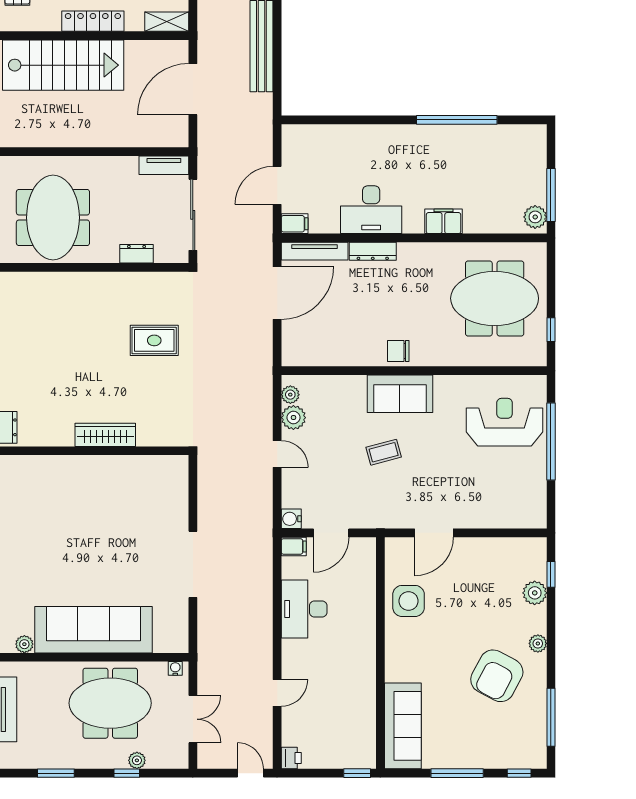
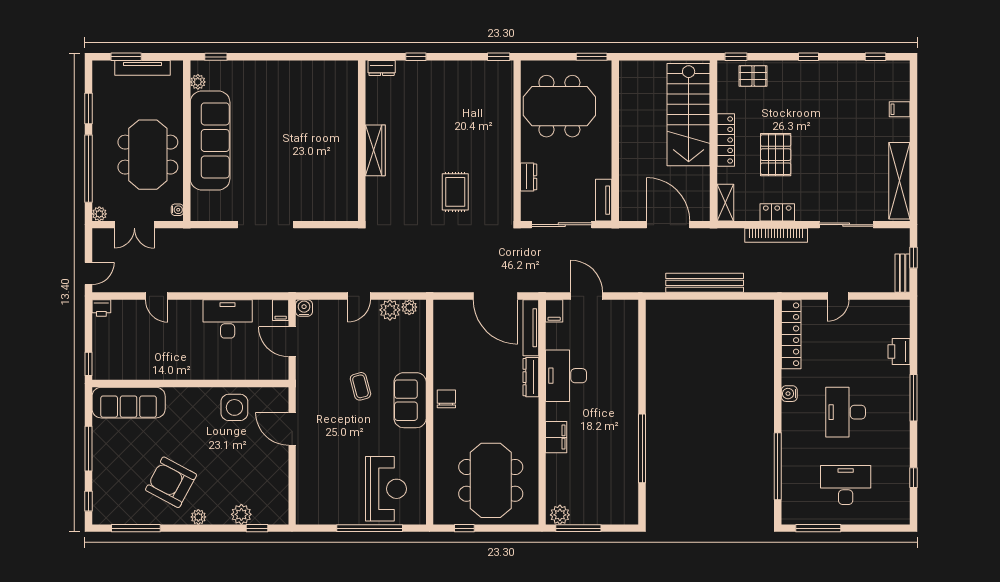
plant: (137, 760) -> (99, 214), moved
window: (127, 773) -> (89, 169), width x3.17

